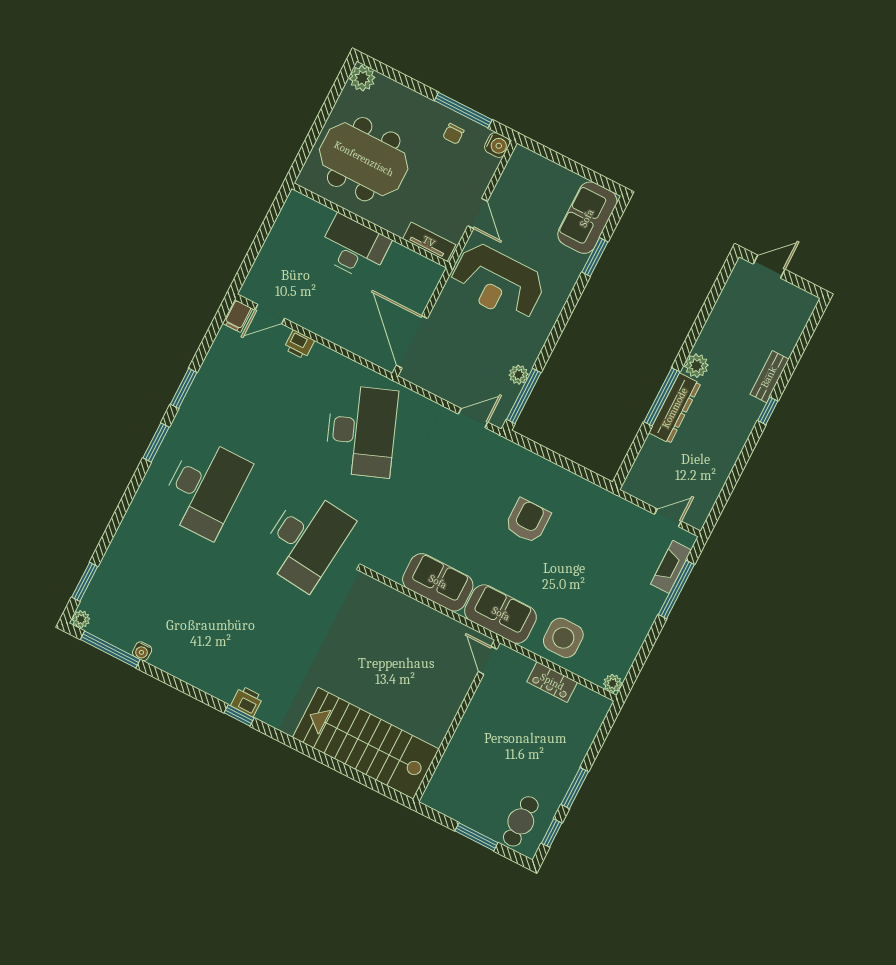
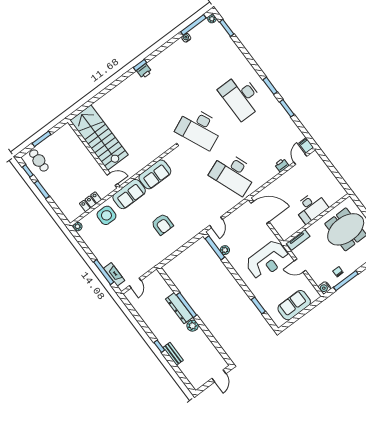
sofa: (587, 218) -> (294, 305), moved, turned -90
reception desk: (498, 282) -> (267, 260), turned 180
desk: (306, 540) -> (199, 128), turned -30
stairs: (366, 743) -> (99, 138), moved, turned -90

